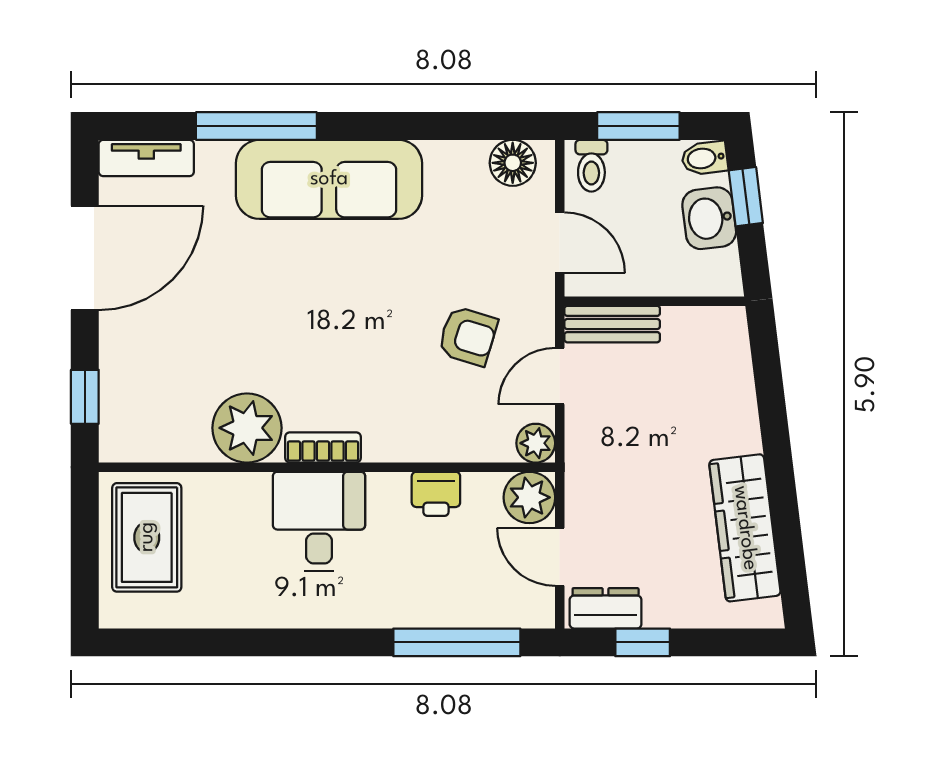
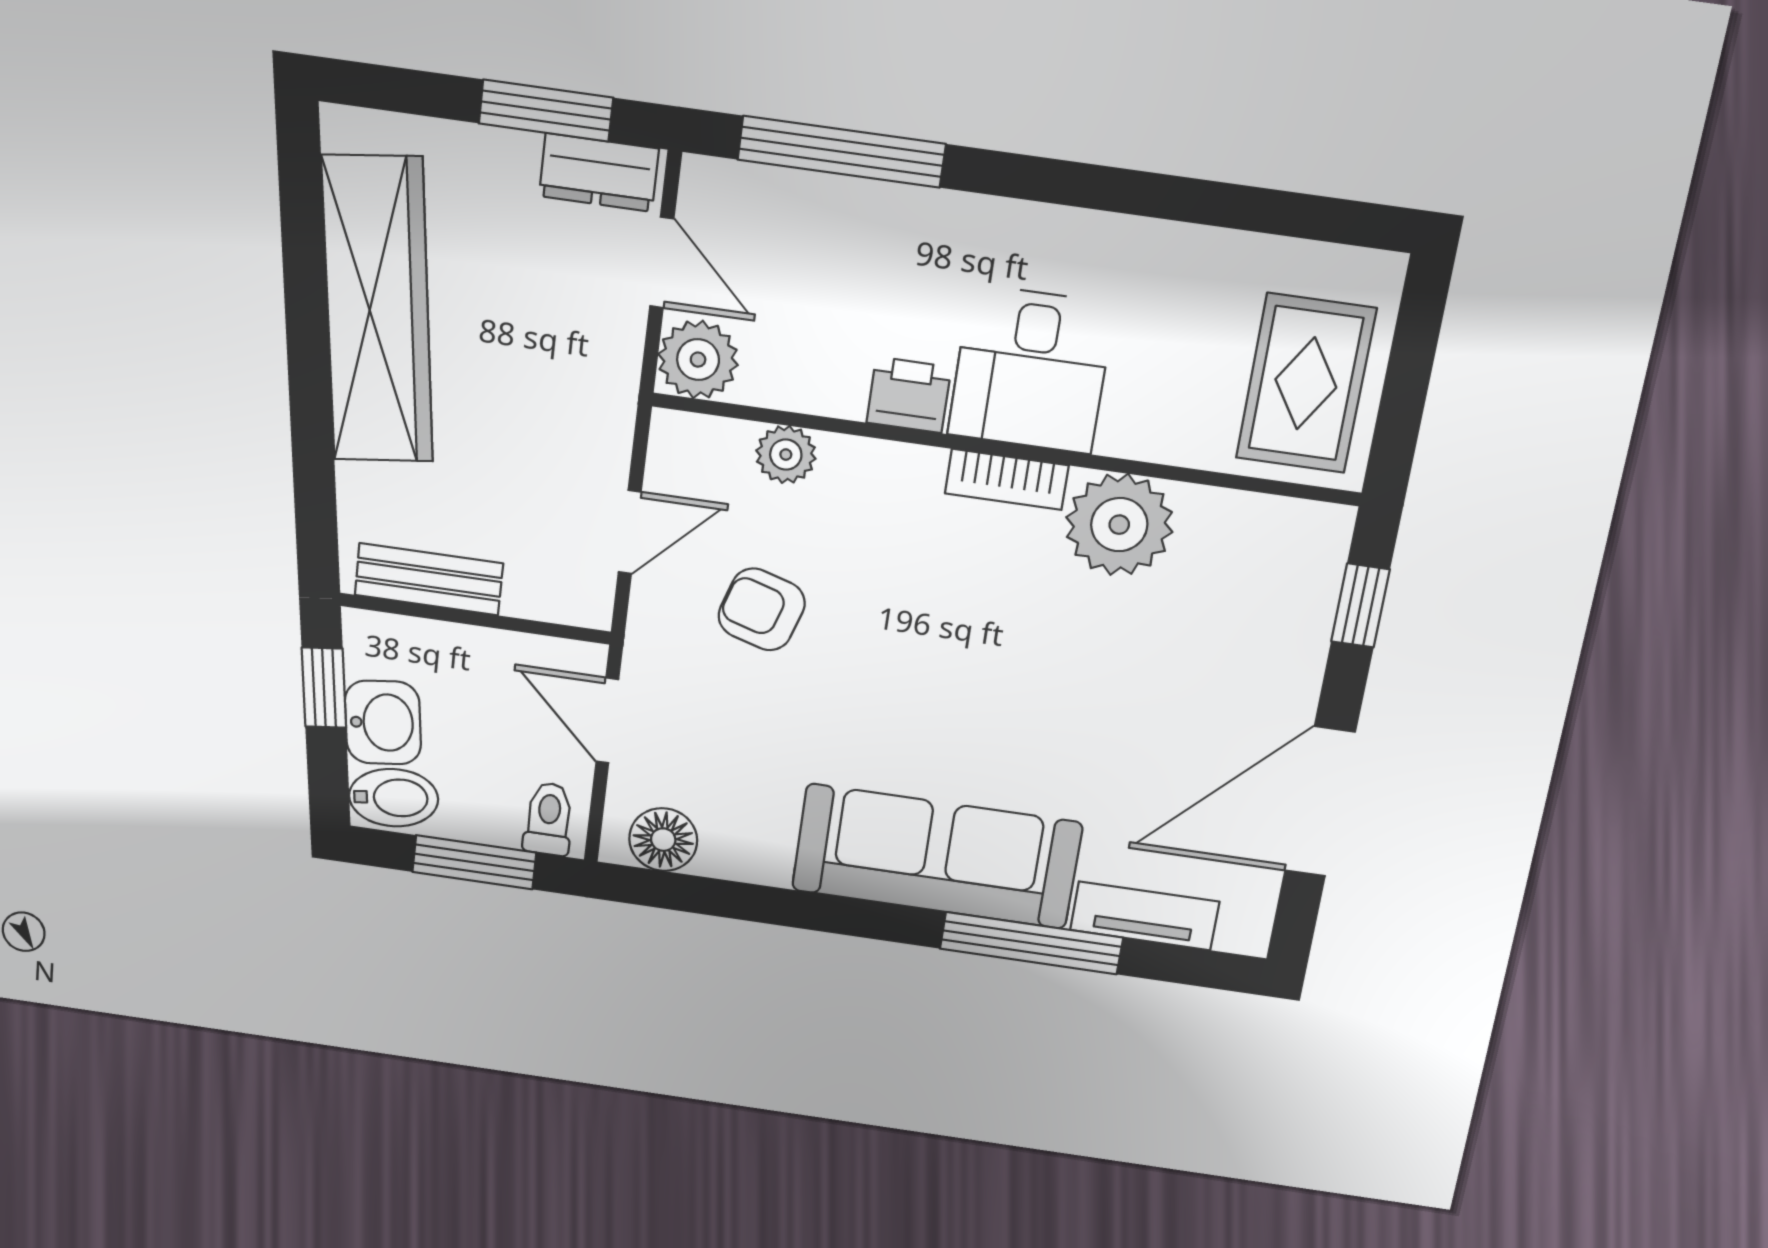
tv unit: (146, 158) -> (1145, 916), moved
bidet: (705, 158) -> (394, 798), width x1.38, depth x1.36
window: (746, 197) -> (324, 688), moved
bench: (612, 324) -> (429, 579), moved
plant: (536, 443) -> (786, 455), moved
printer: (436, 494) -> (909, 395), moved
wardrobe: (745, 528) -> (378, 310), width x1.40, depth x1.17
window: (643, 642) -> (546, 111), width x1.50

